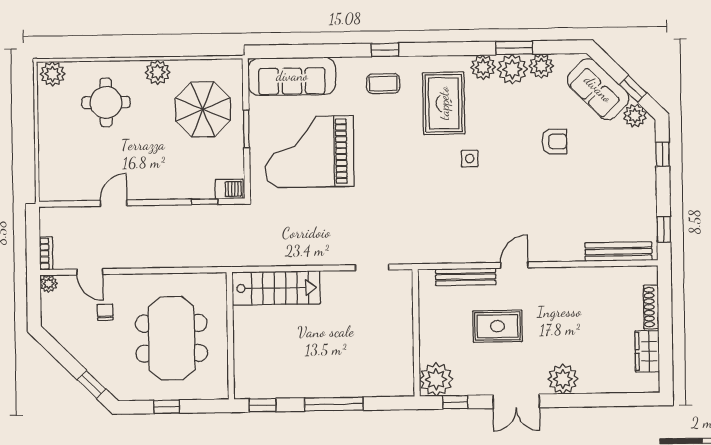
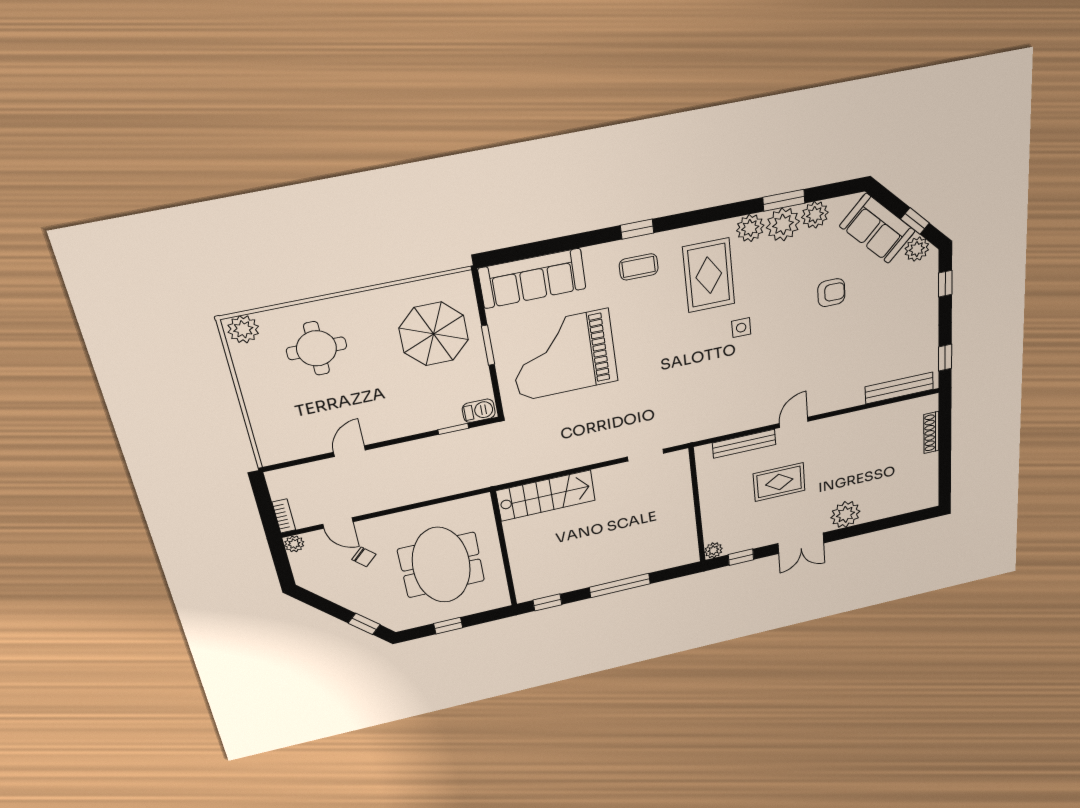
plant: (158, 72) -> (372, 304), removed
chair: (105, 312) -> (364, 557), turned 136
wardrobe: (647, 351) -> (927, 473), removed
plant: (436, 379) -> (713, 550), width x0.53, depth x0.53

